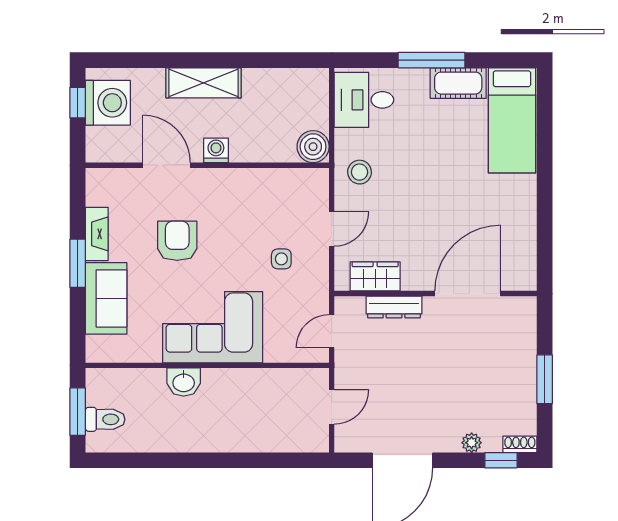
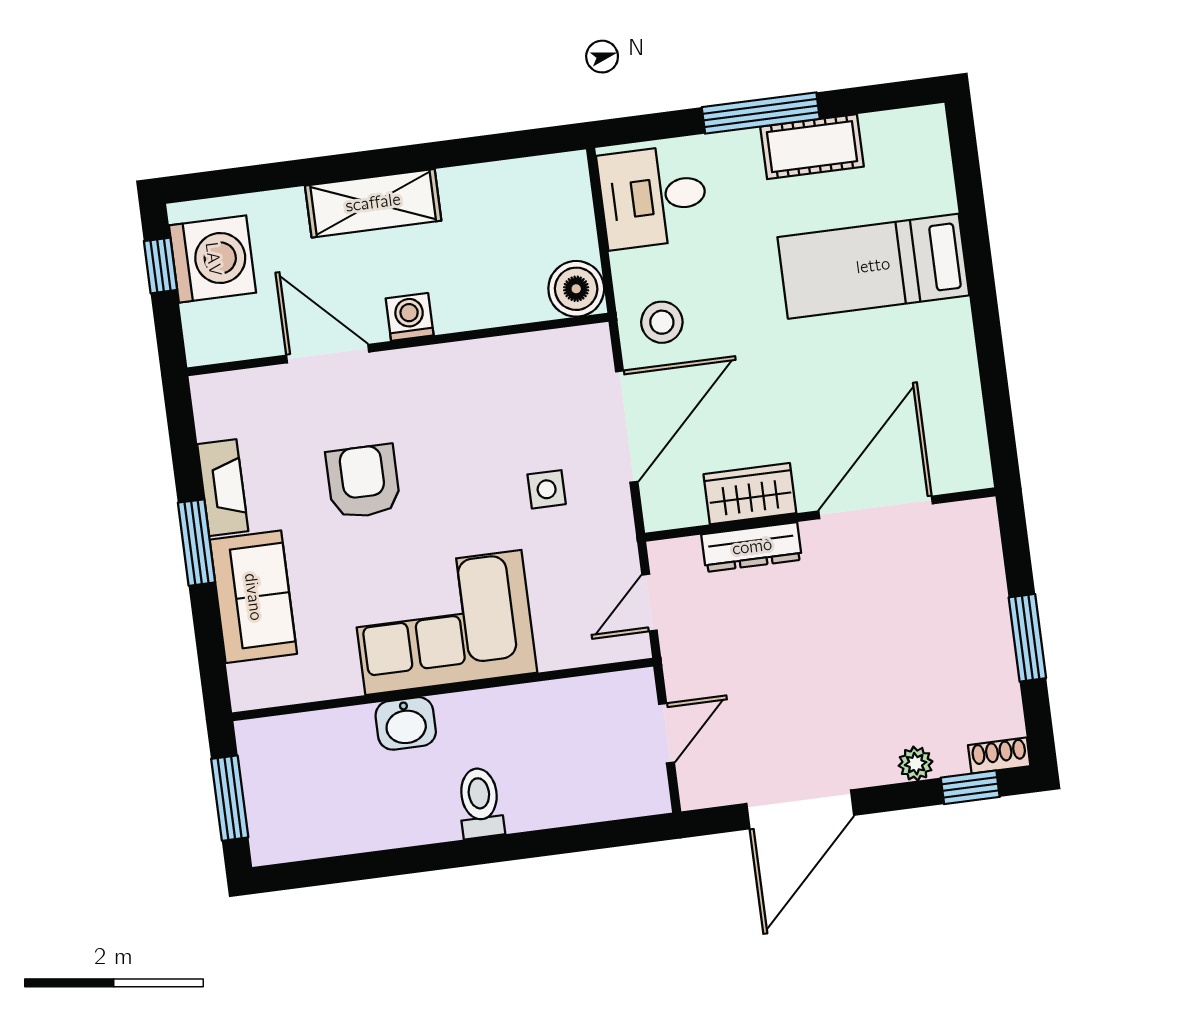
bed: (512, 120) -> (873, 266), moved, turned 90
door: (332, 229) -> (627, 427), width x1.88
wardrobe: (375, 276) -> (750, 494), moved
toilet: (105, 419) -> (480, 803), moved, turned -90

